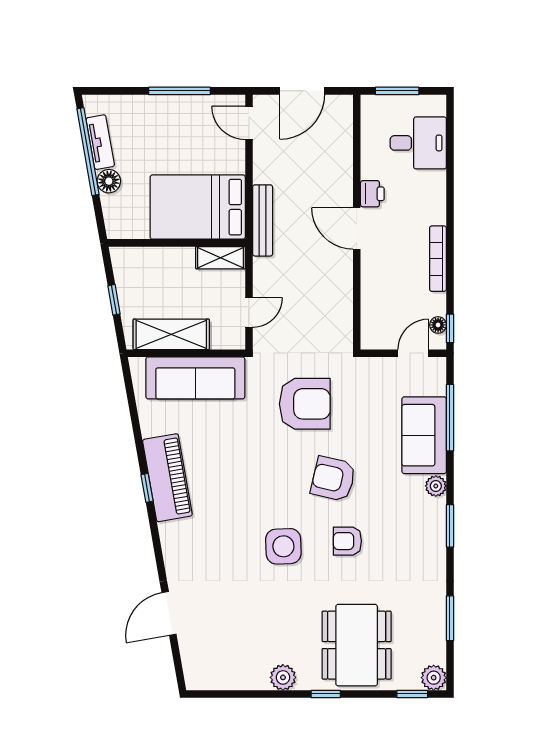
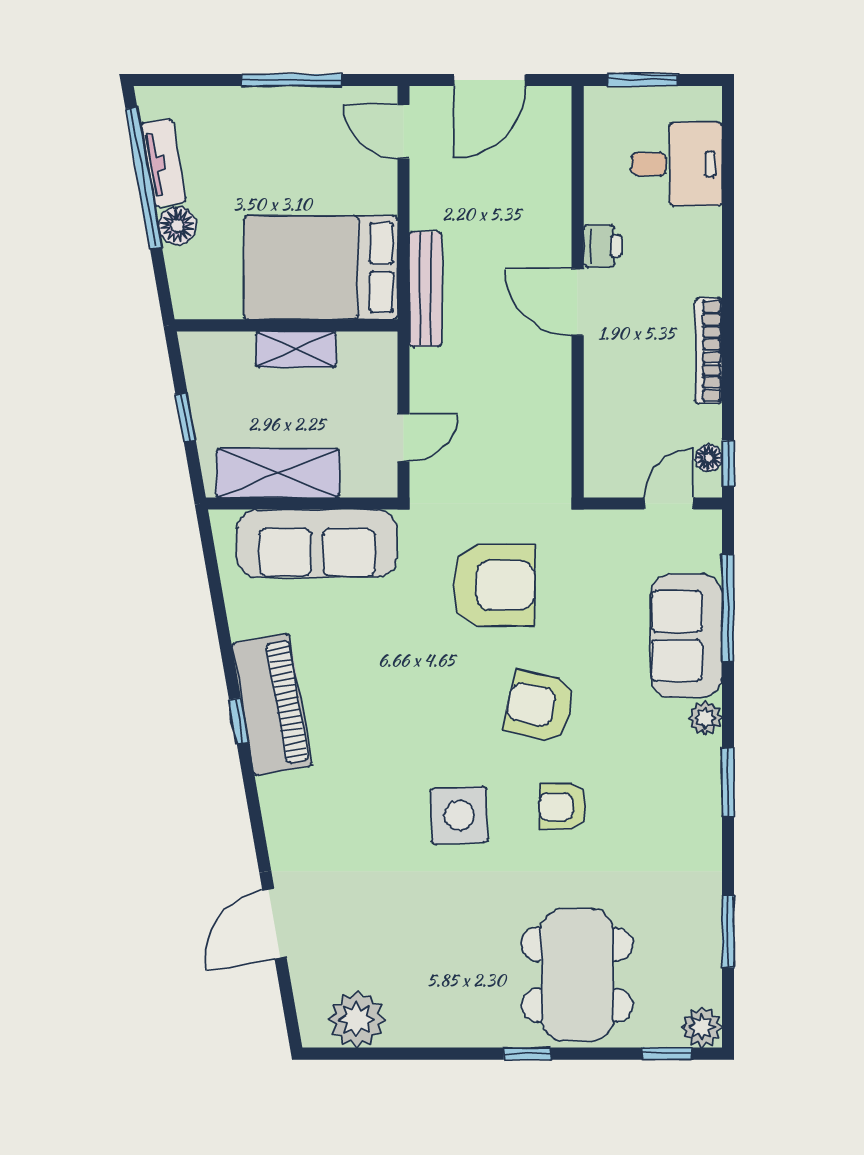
shelving: (221, 258) -> (296, 349), moved
plant: (283, 677) -> (357, 1019), moved, width x1.36, depth x1.36

